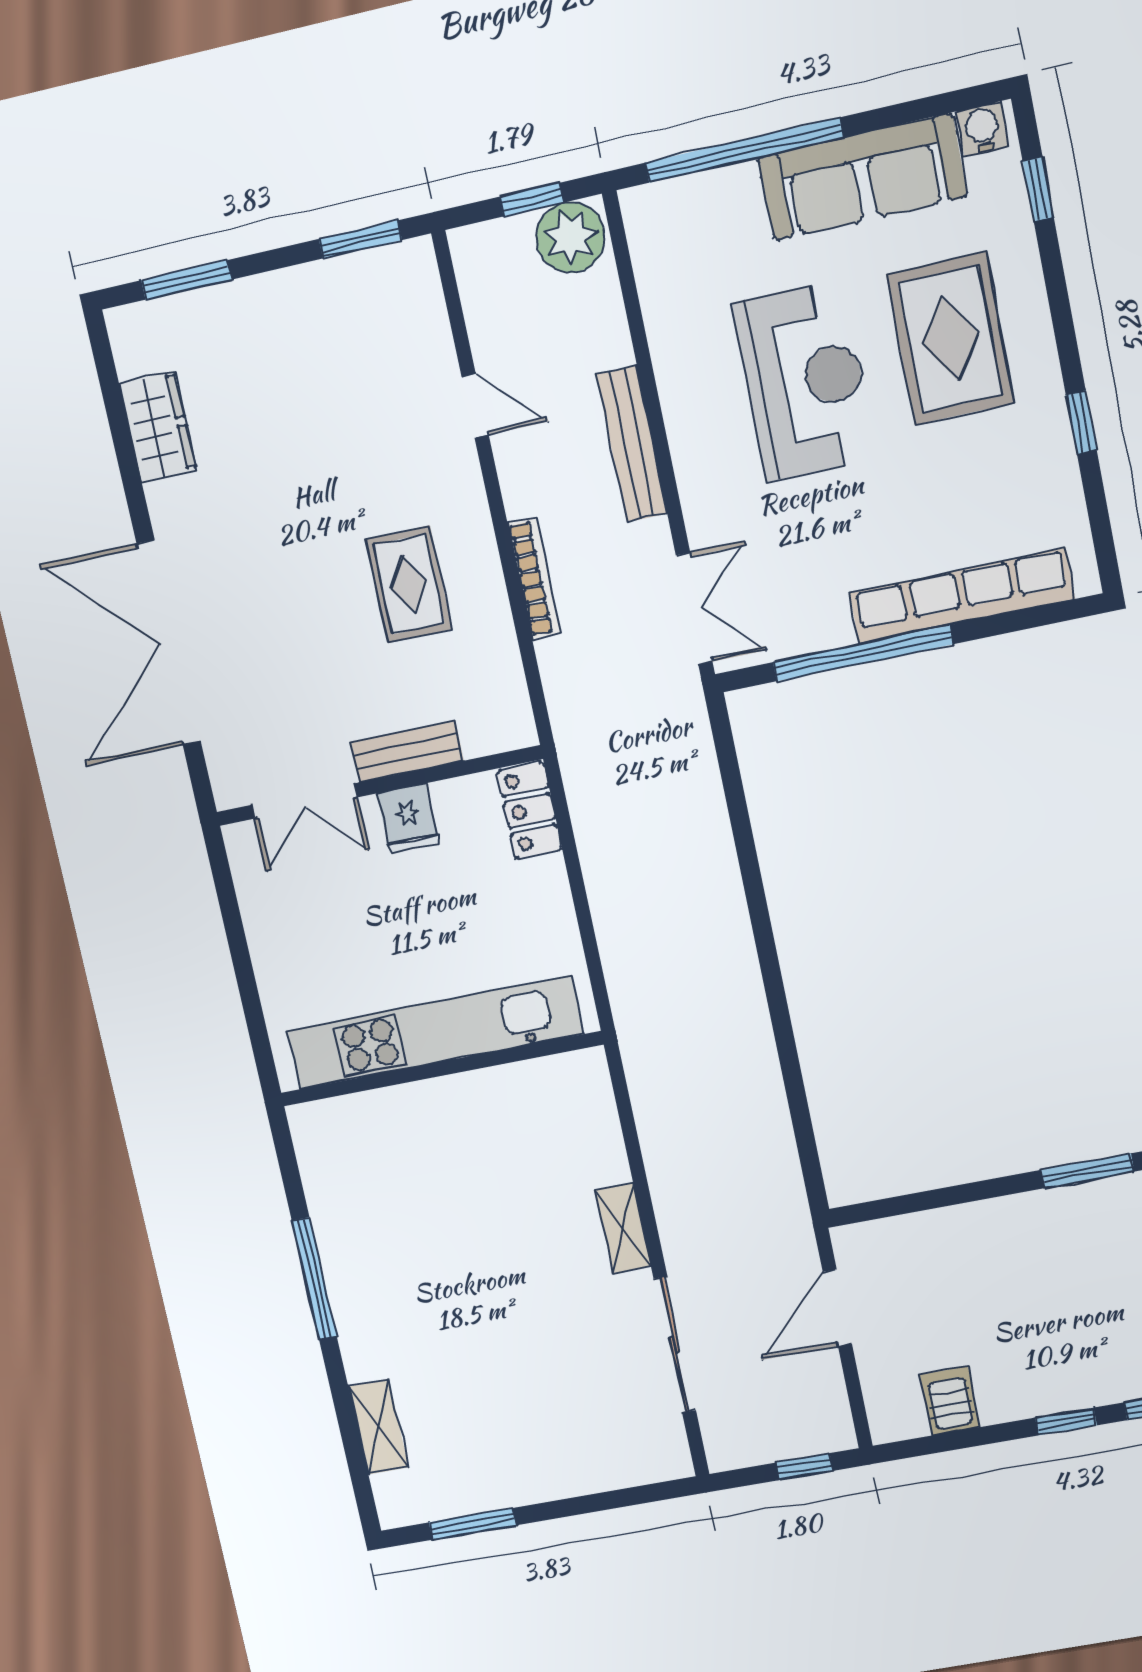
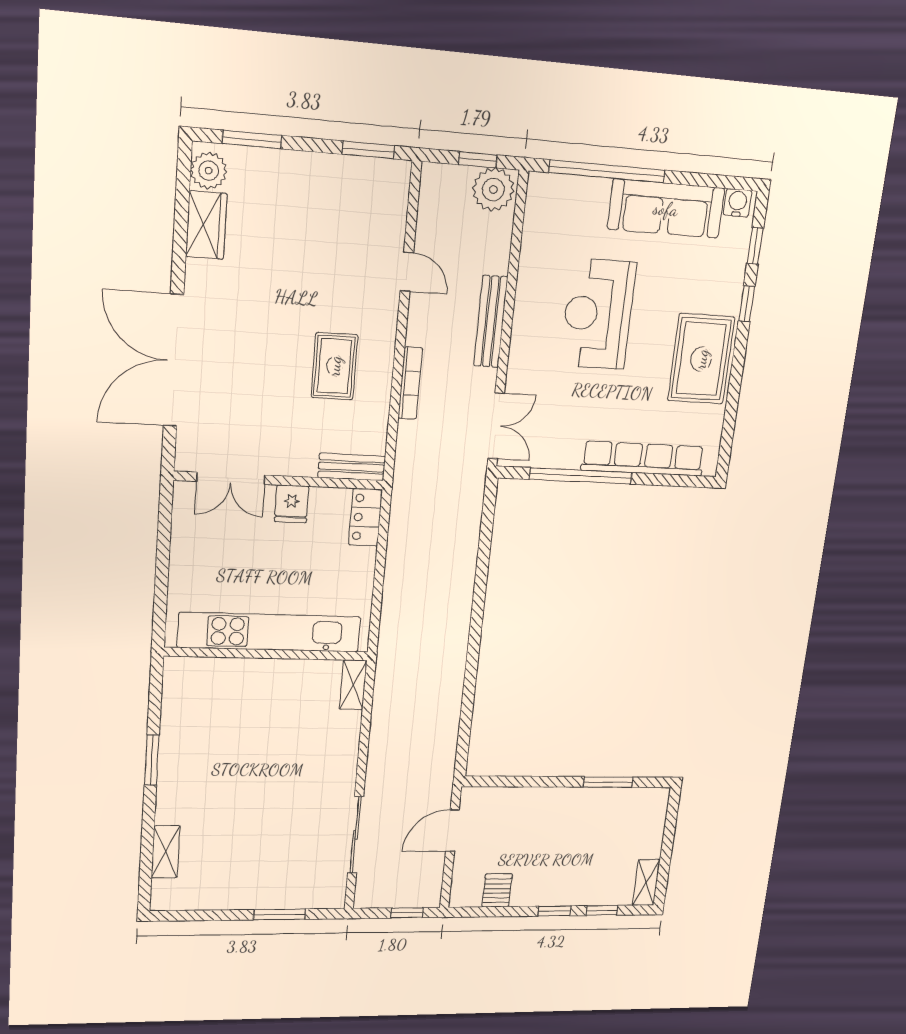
rug: (950, 339) -> (701, 359), moved
plant: (138, 346) -> (209, 171), added
reception desk: (804, 381) -> (598, 314), turned 180
window: (1081, 422) -> (747, 304), moved
bench: (407, 751) -> (352, 467), moved
shelving: (623, 1228) -> (353, 685), moved
window: (314, 1279) -> (152, 760), width x0.69
window: (472, 1524) -> (279, 914), moved

